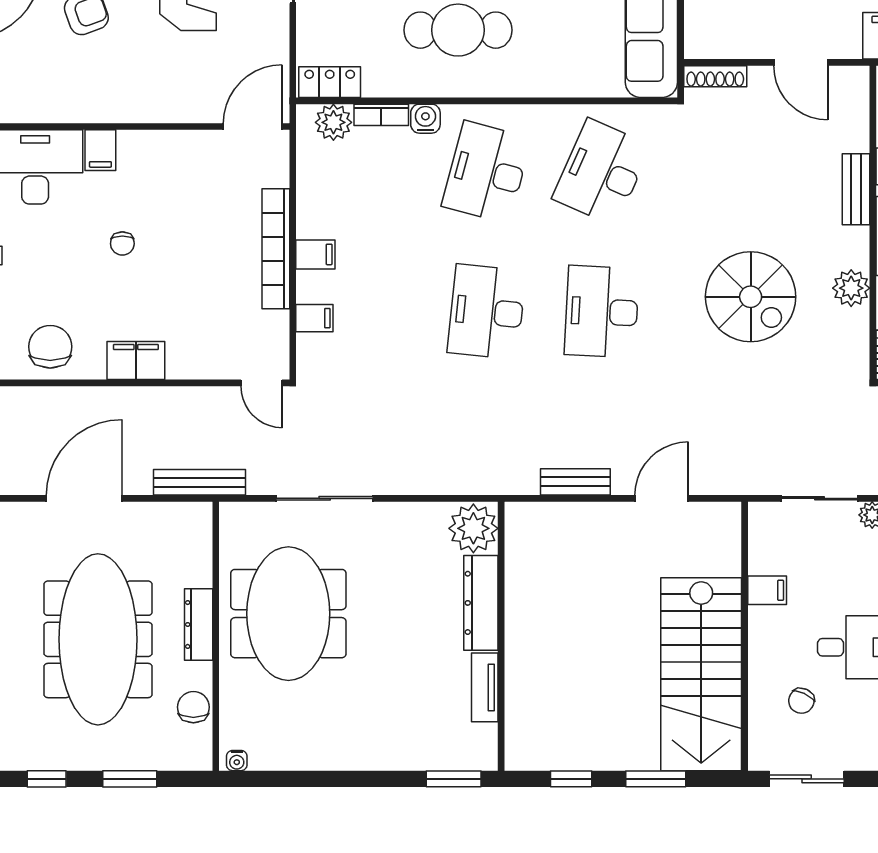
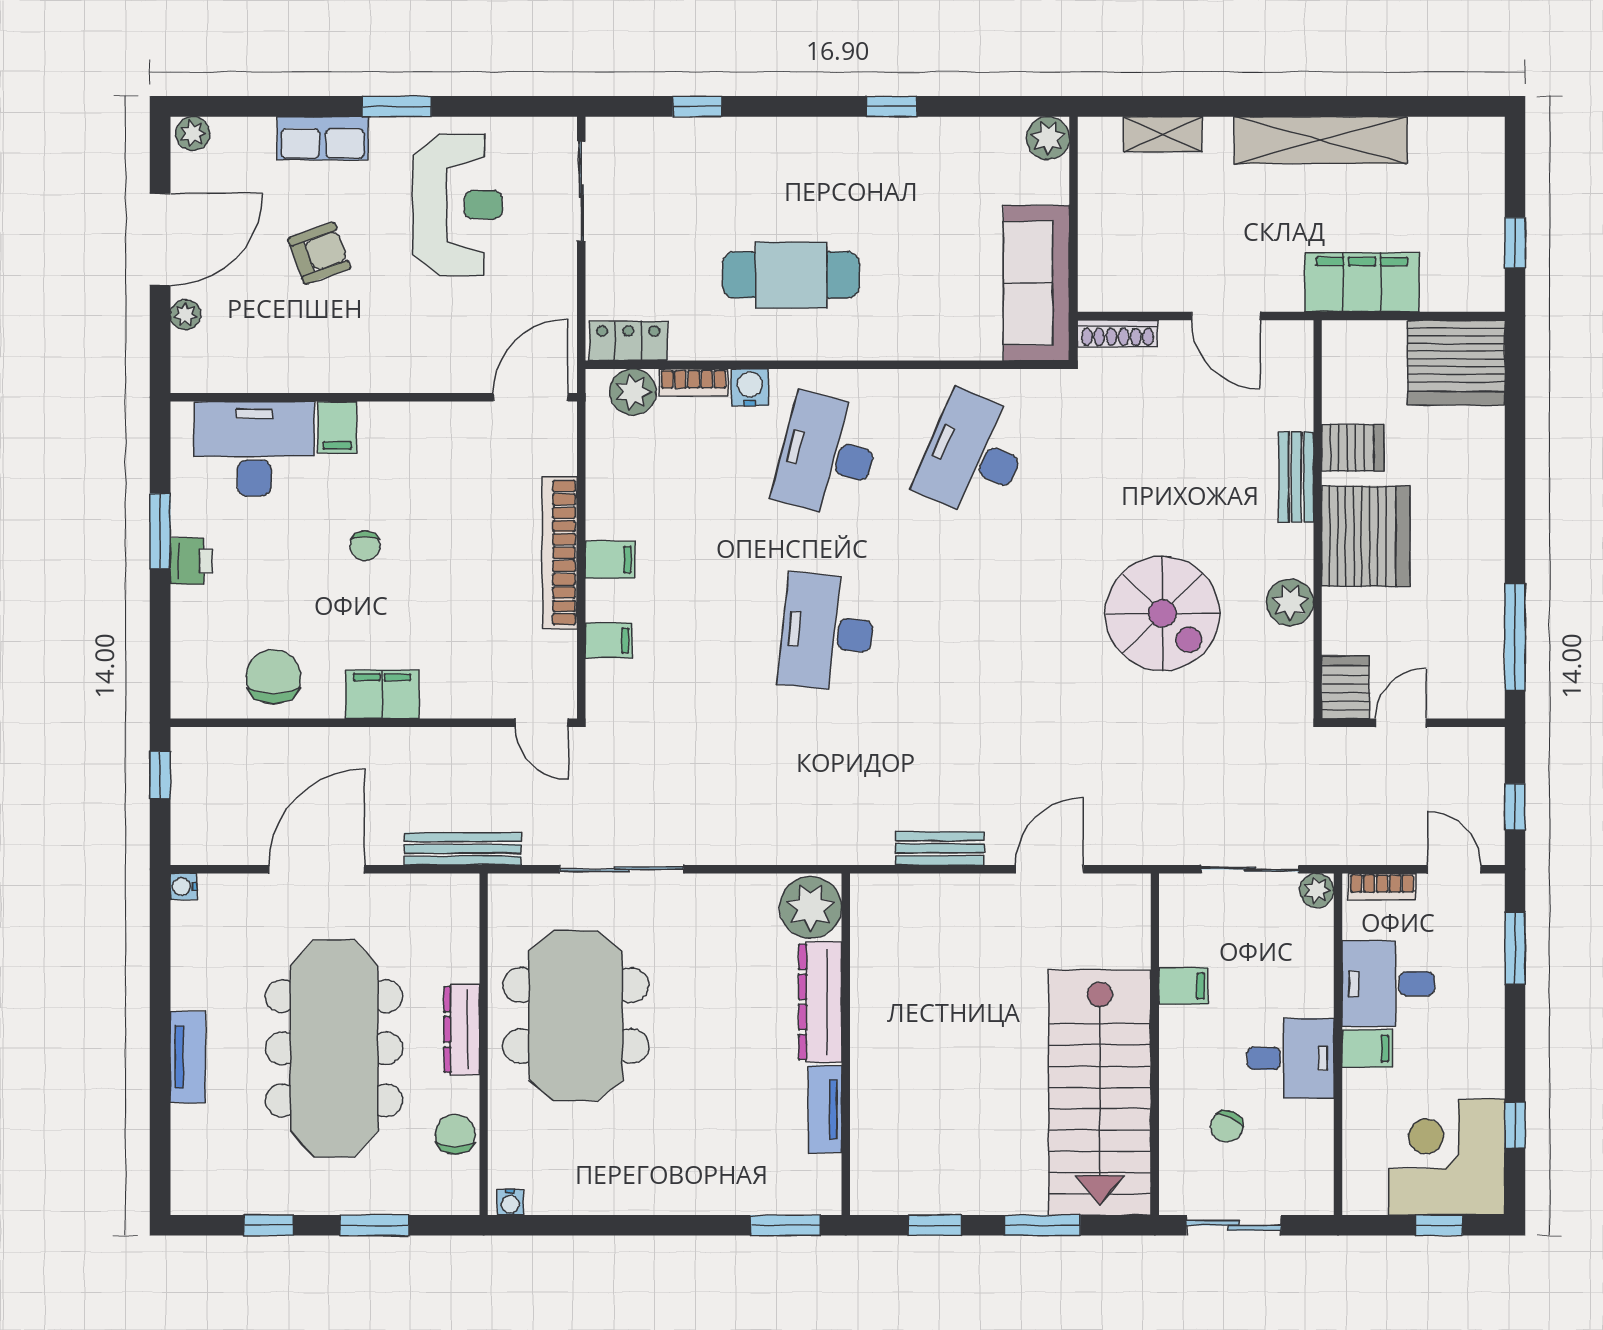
desk: (602, 312) -> (973, 632), removed

